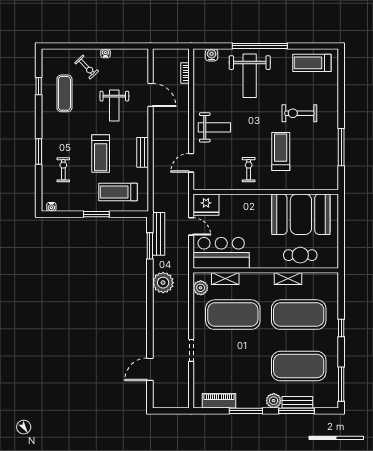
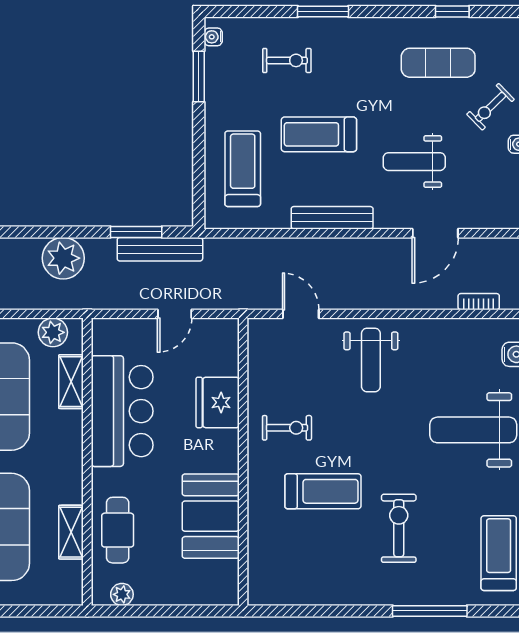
window: (341, 147) -> (430, 611), moved
bench: (143, 152) -> (332, 218), width x1.36
fridge: (206, 205) -> (218, 402), moved
window: (96, 214) -> (199, 76), moved
booth: (301, 214) -> (211, 516), width x0.73, depth x0.70
bar counter: (221, 253) -> (122, 411), moved
plant: (333, 253) -> (122, 594), added
shelving: (288, 279) -> (71, 532), moved

